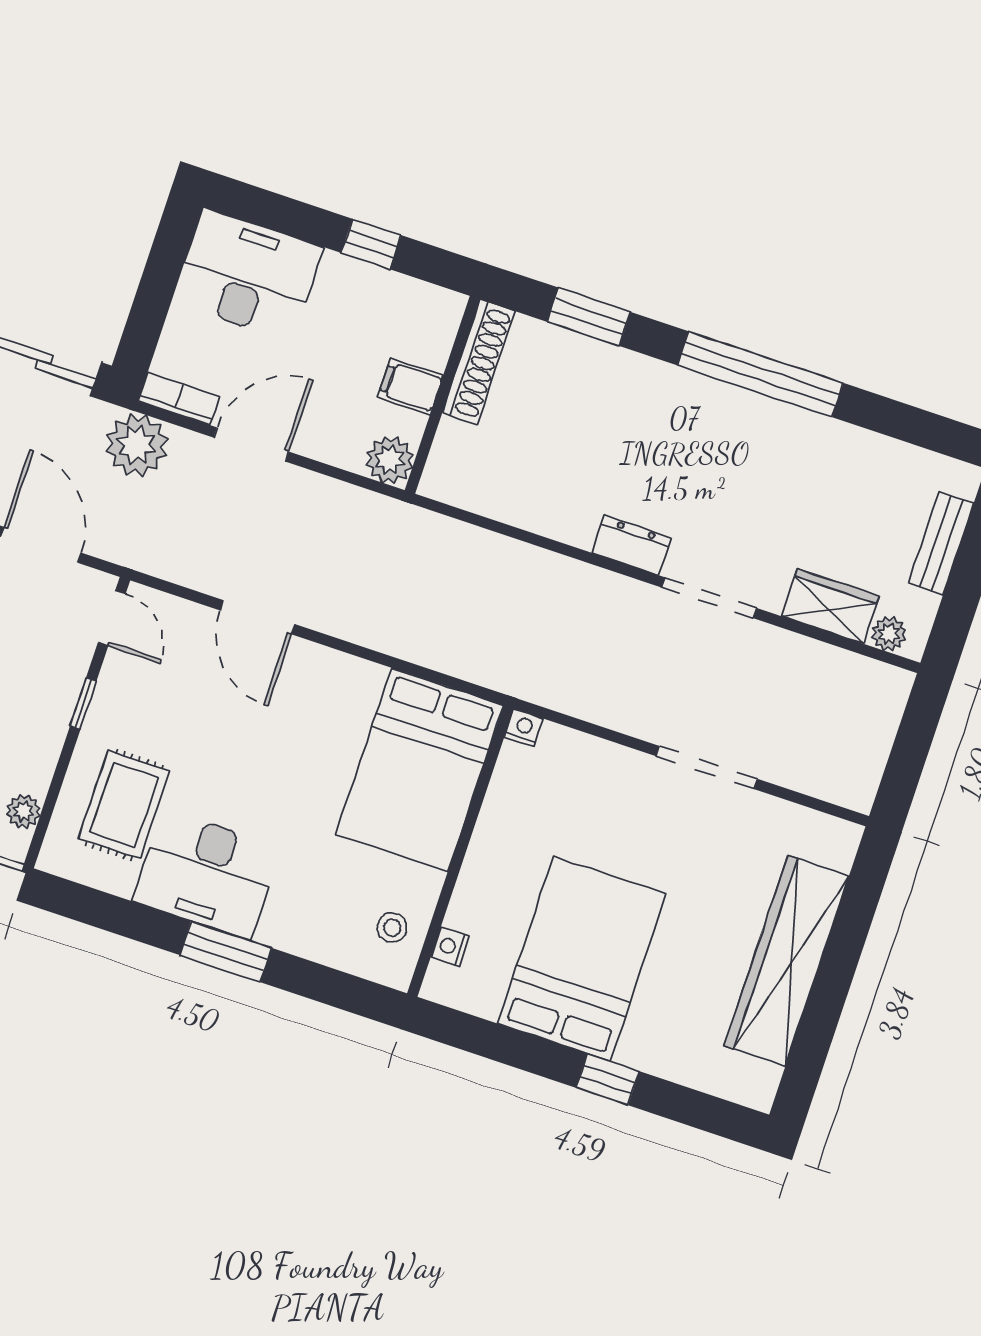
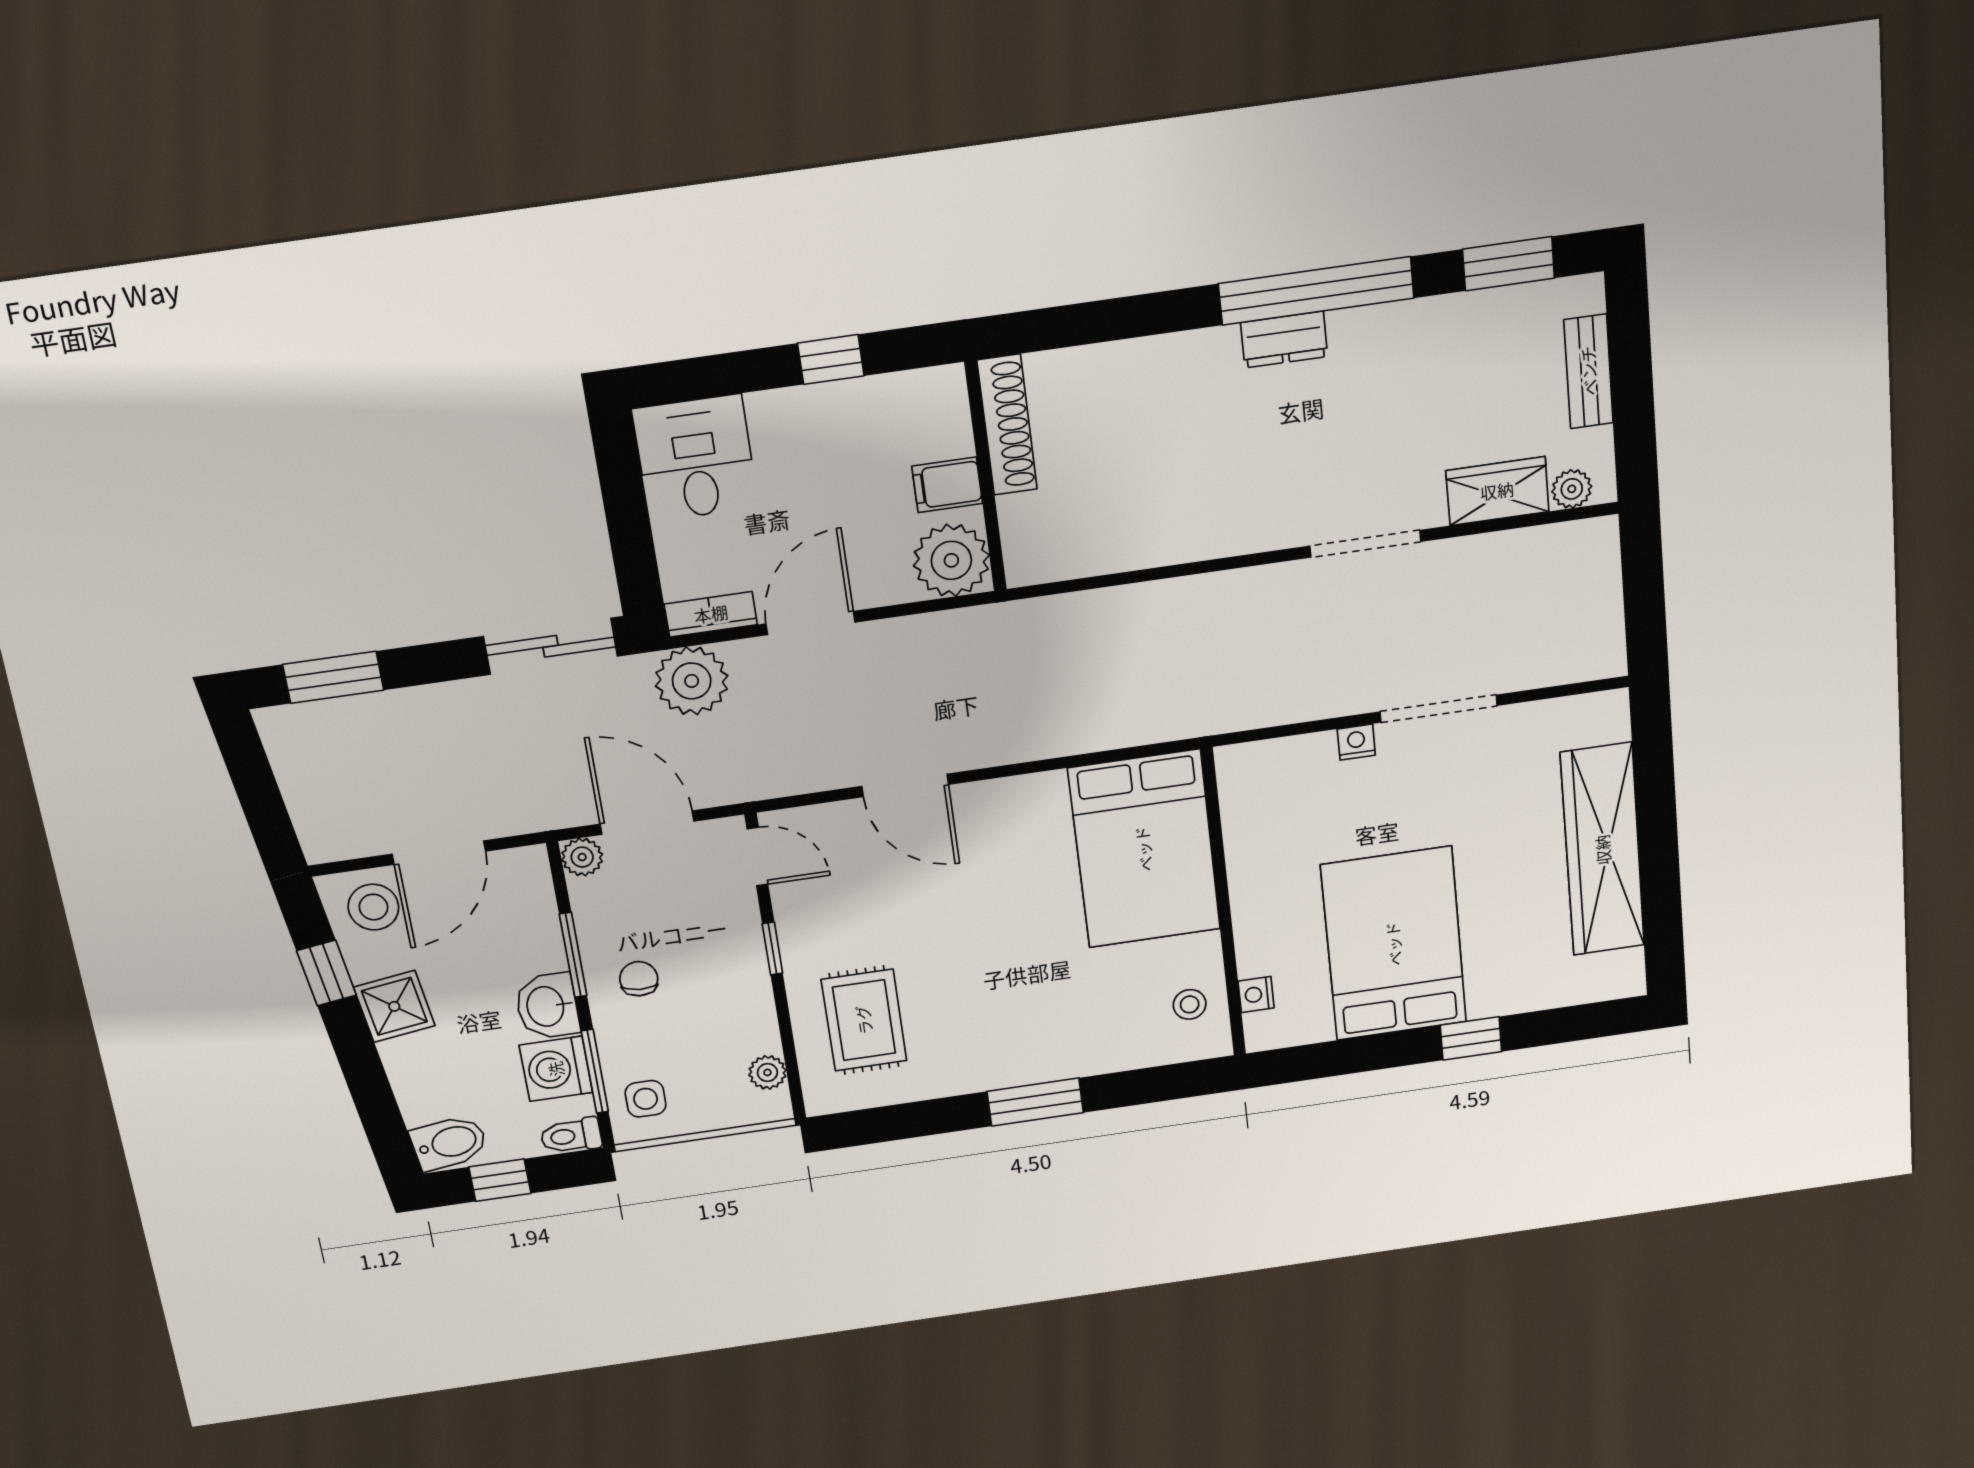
desk: (248, 275) -> (695, 458), width x0.73
window: (589, 317) -> (1509, 264), moved
plant: (390, 460) -> (951, 560), width x1.36, depth x1.36
dresser: (631, 545) -> (1284, 340), moved, turned 180
nightstand: (524, 728) -> (1356, 742), moved
desk: (207, 874) -> (980, 1043), removed

